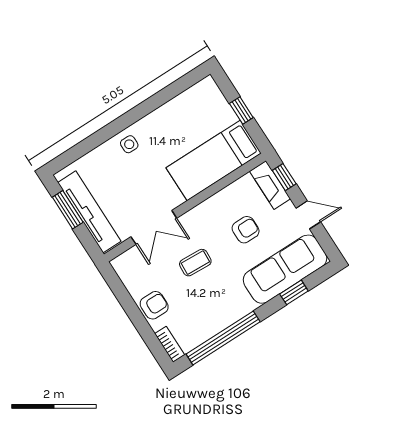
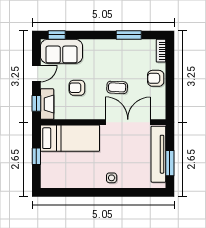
door: (308, 215) -> (36, 73), swing flipped
double door: (154, 227) -> (128, 122), width x1.37
sofa: (285, 269) -> (61, 51), width x0.73
window: (294, 292) -> (57, 35), moved
window: (223, 338) -> (129, 35), width x0.47

